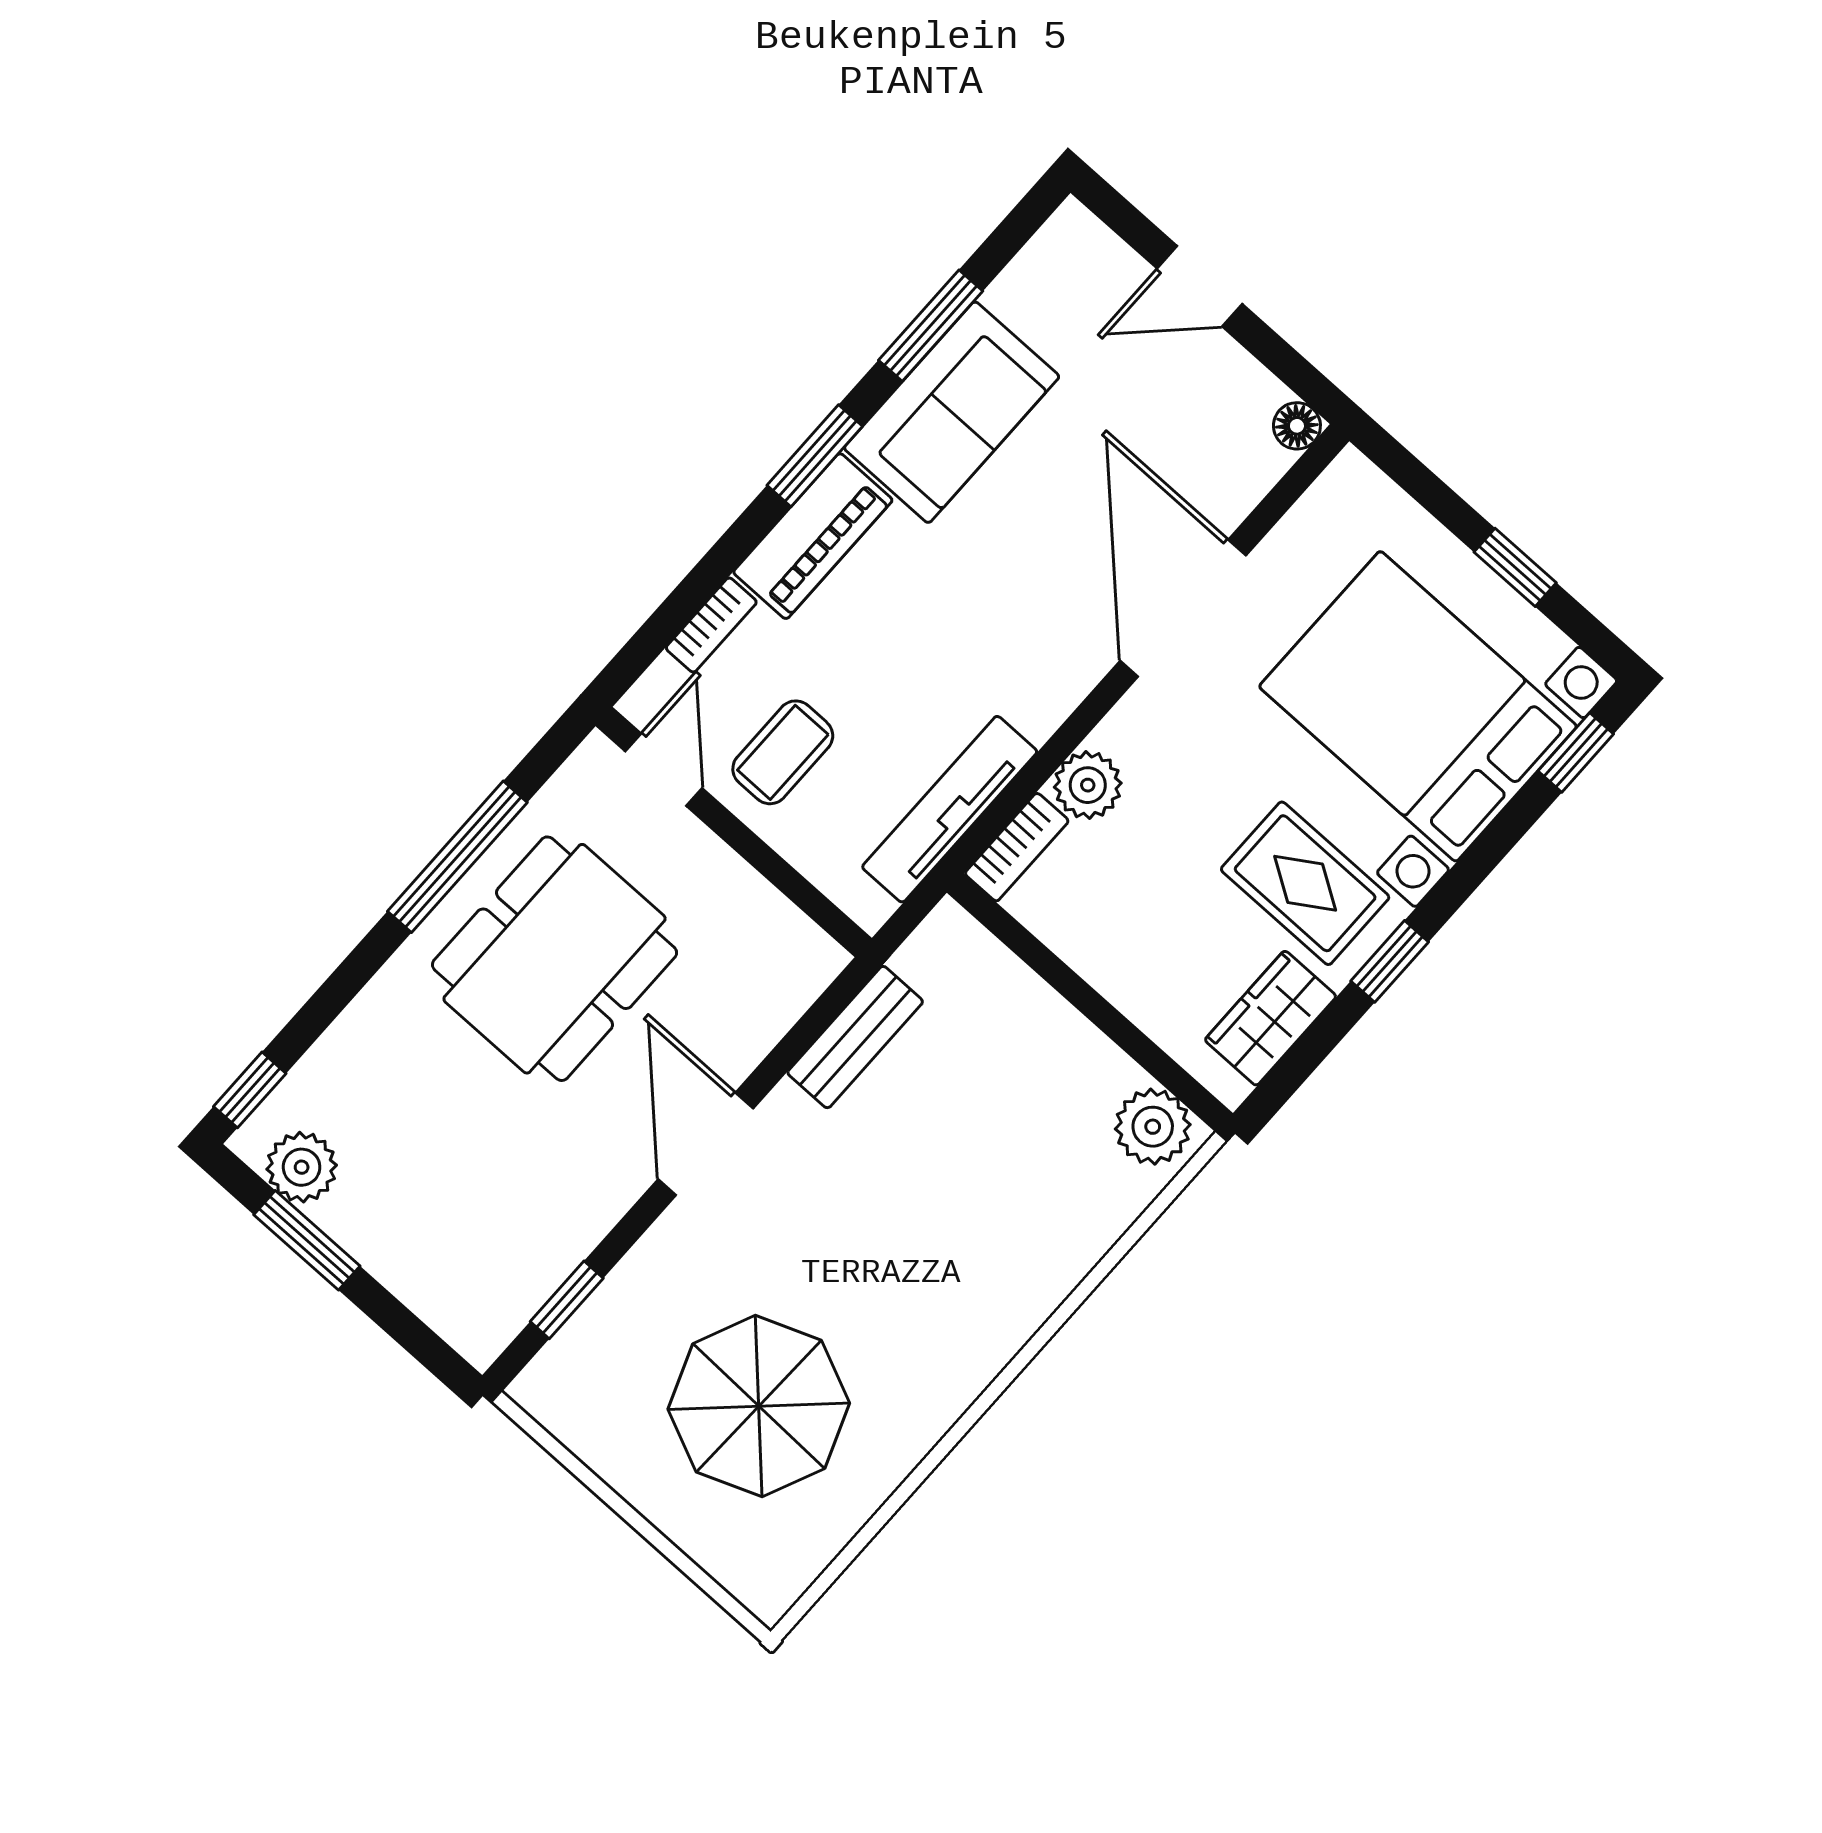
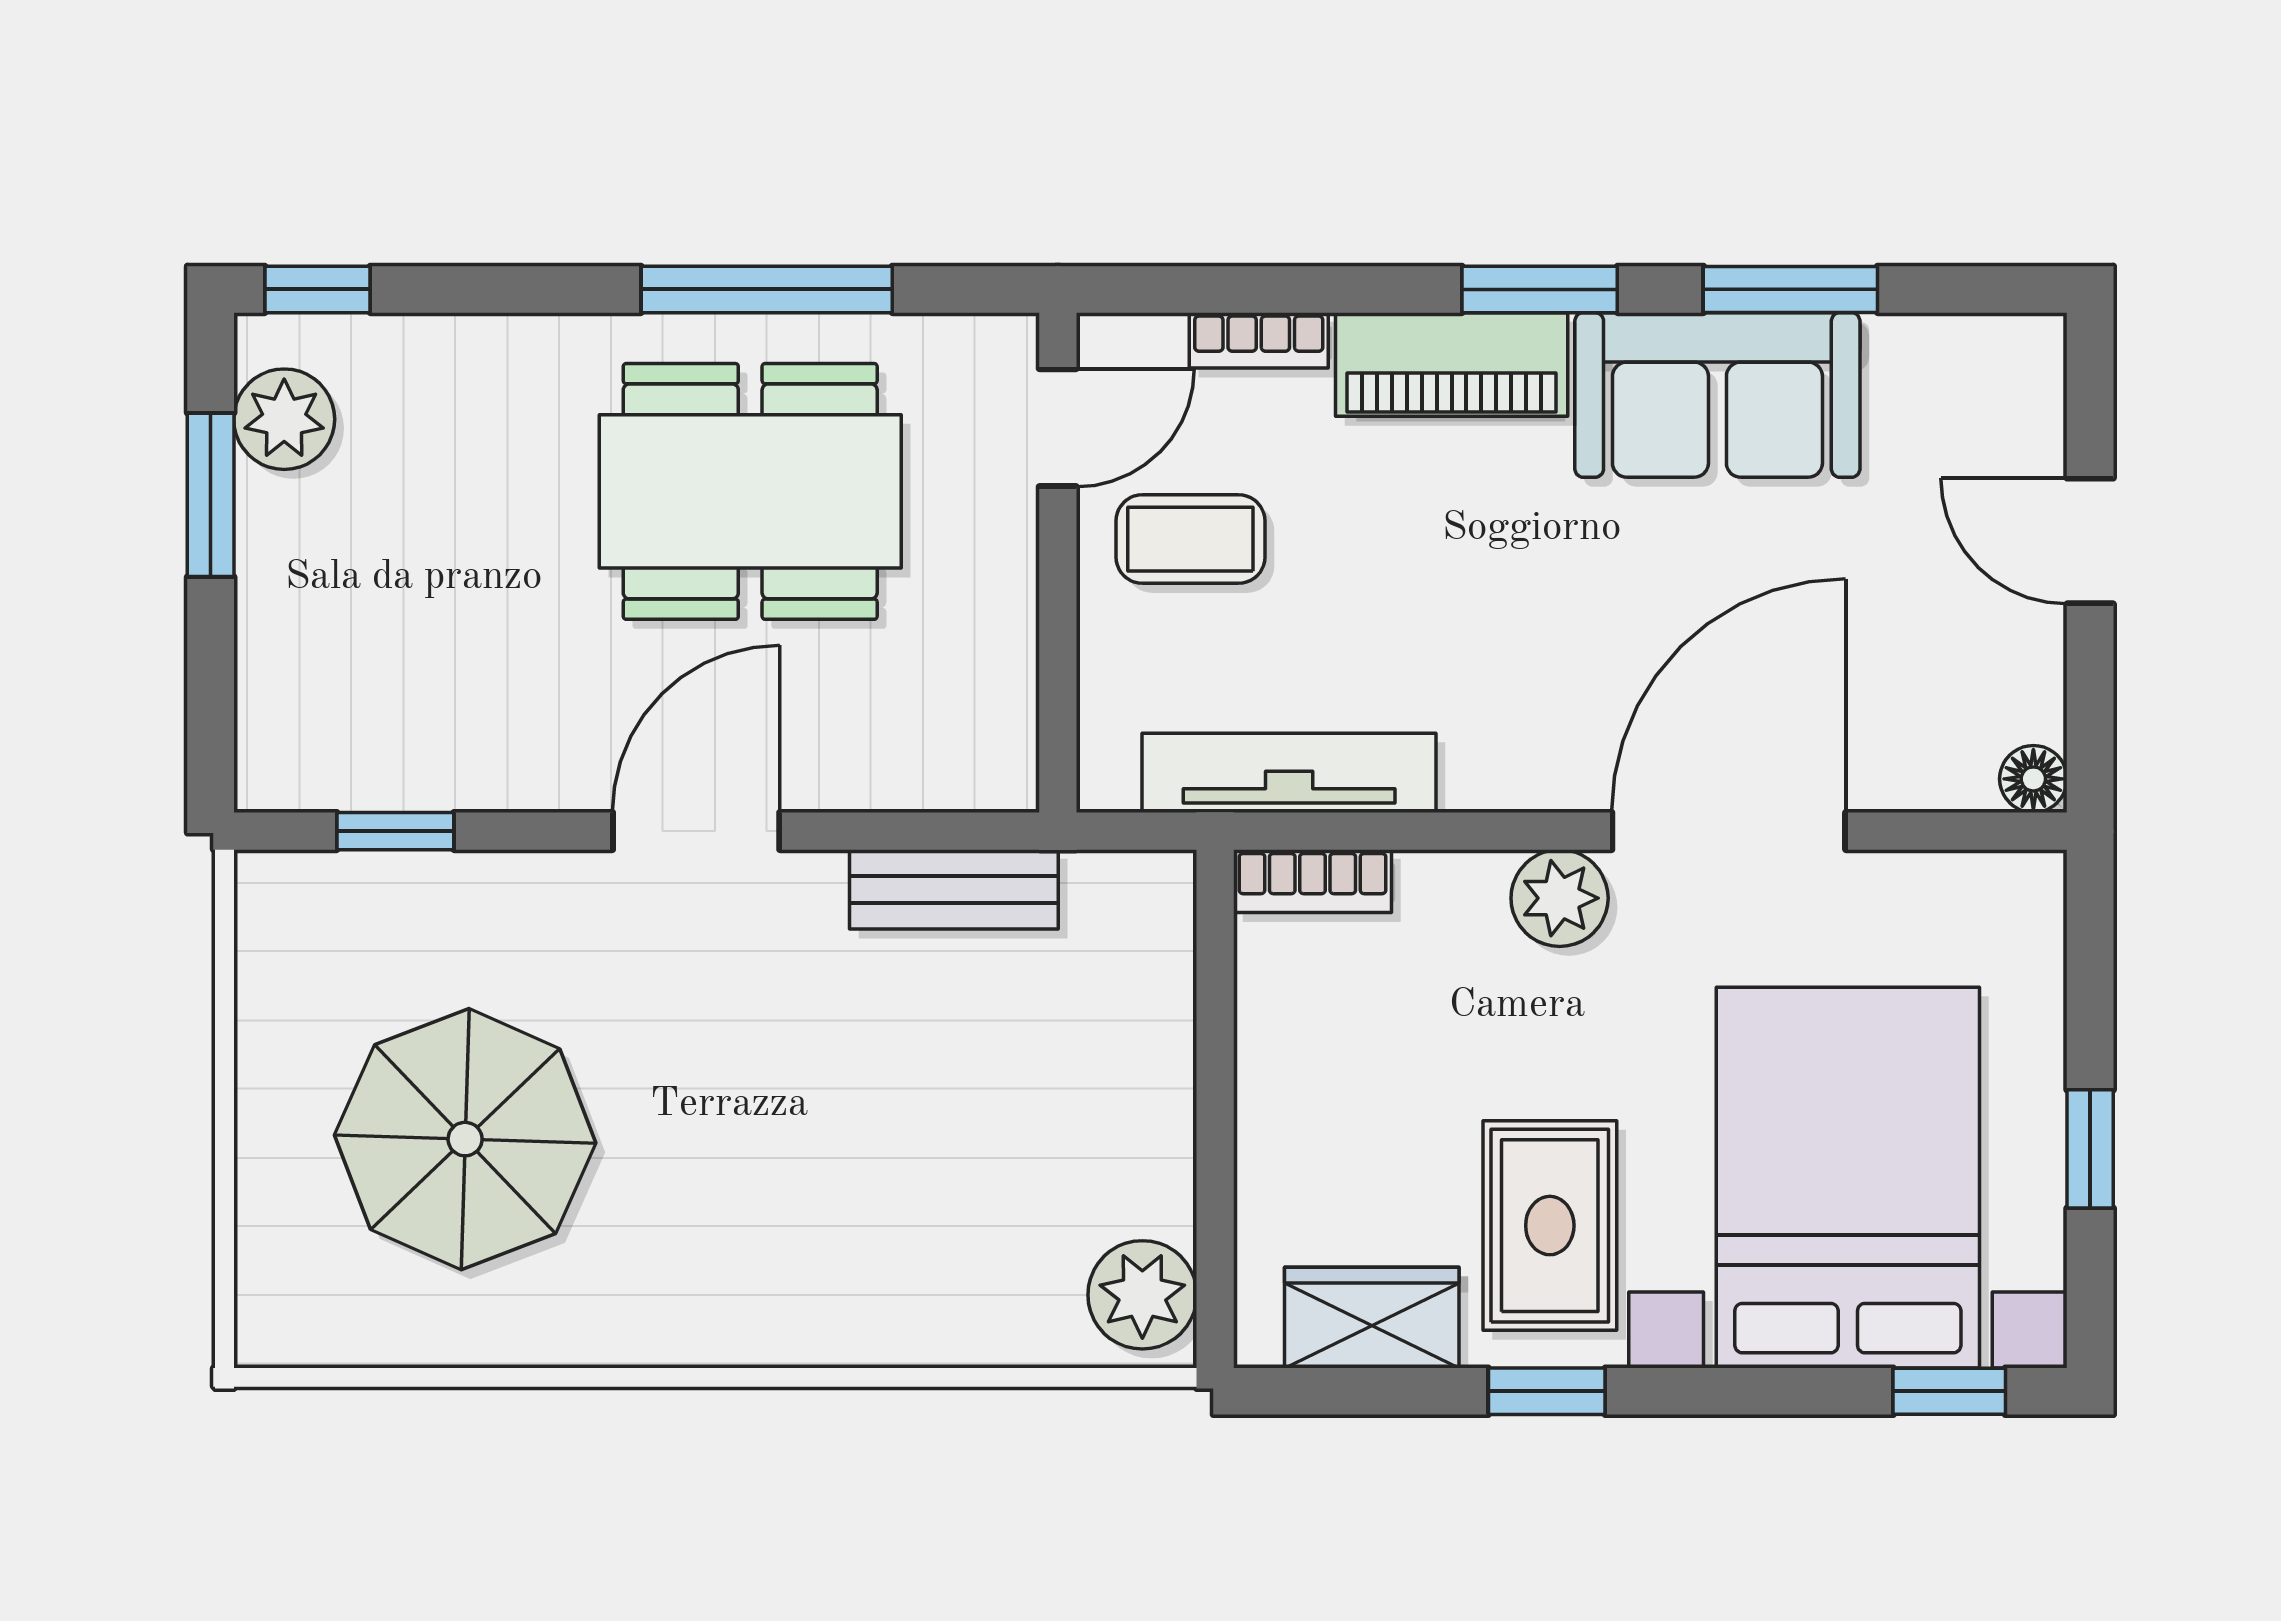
plant: (1088, 785) -> (1560, 898), moved

